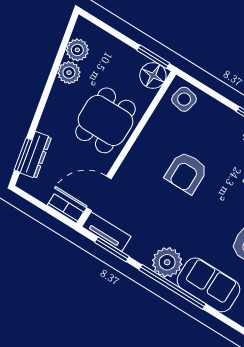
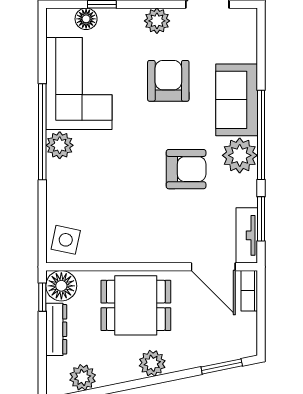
window: (153, 57) -> (42, 297), width x0.67
plant: (69, 73) -> (152, 363), moved
dresser: (36, 155) -> (56, 329), moved, turned 101
armchair: (186, 173) -> (186, 169), moved

